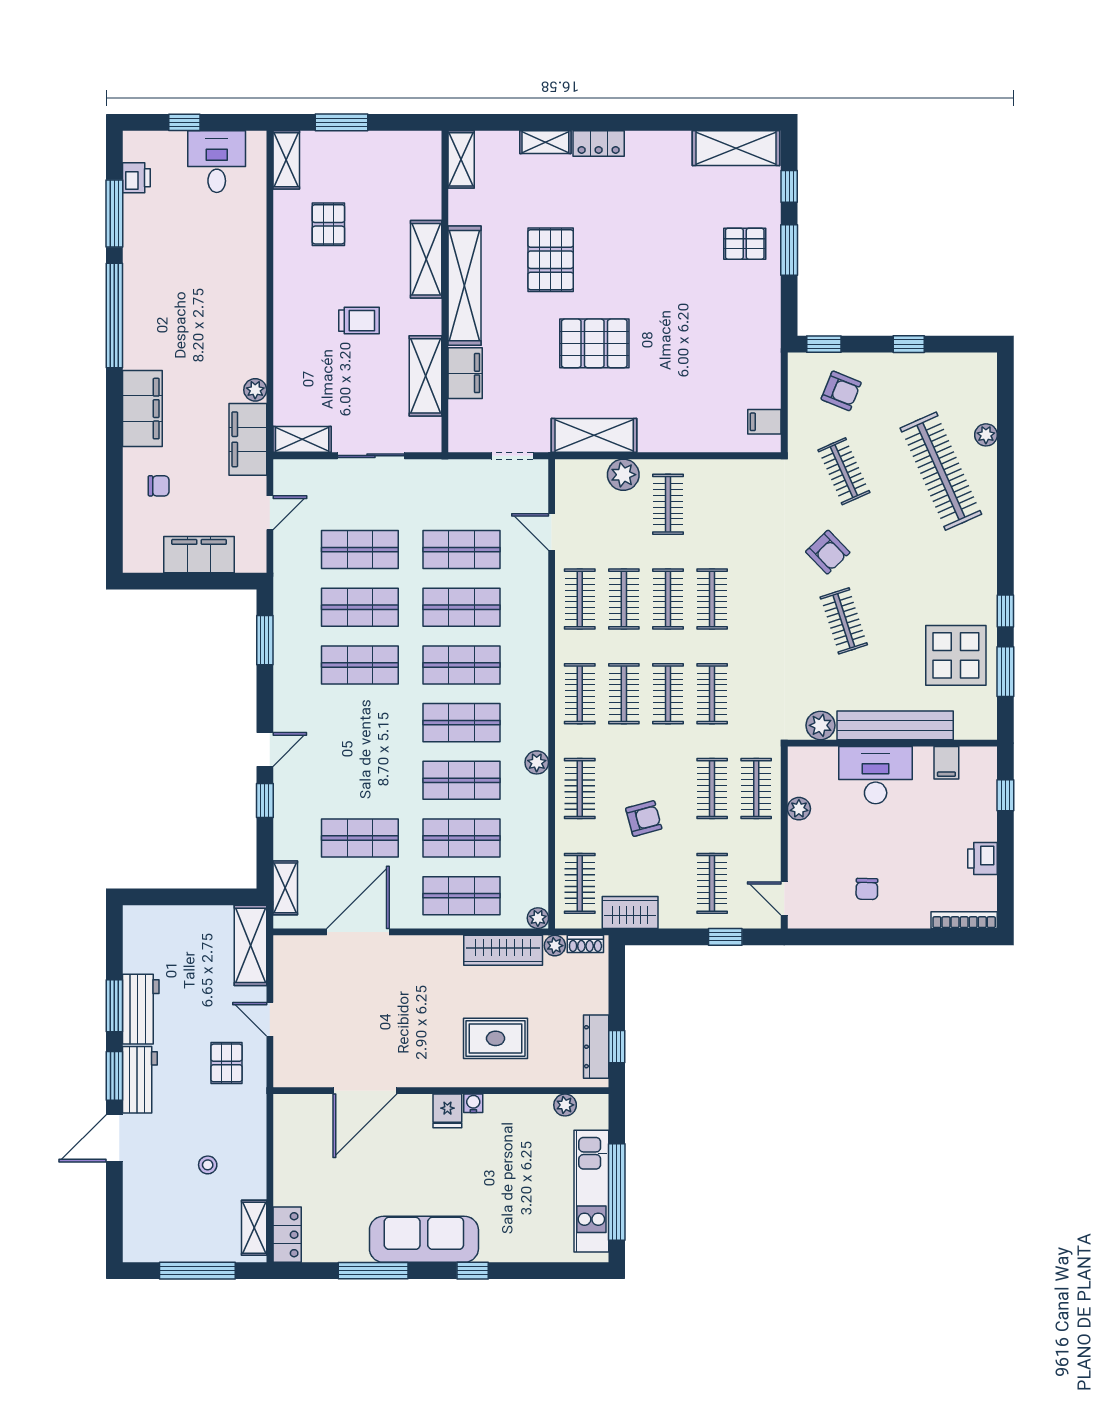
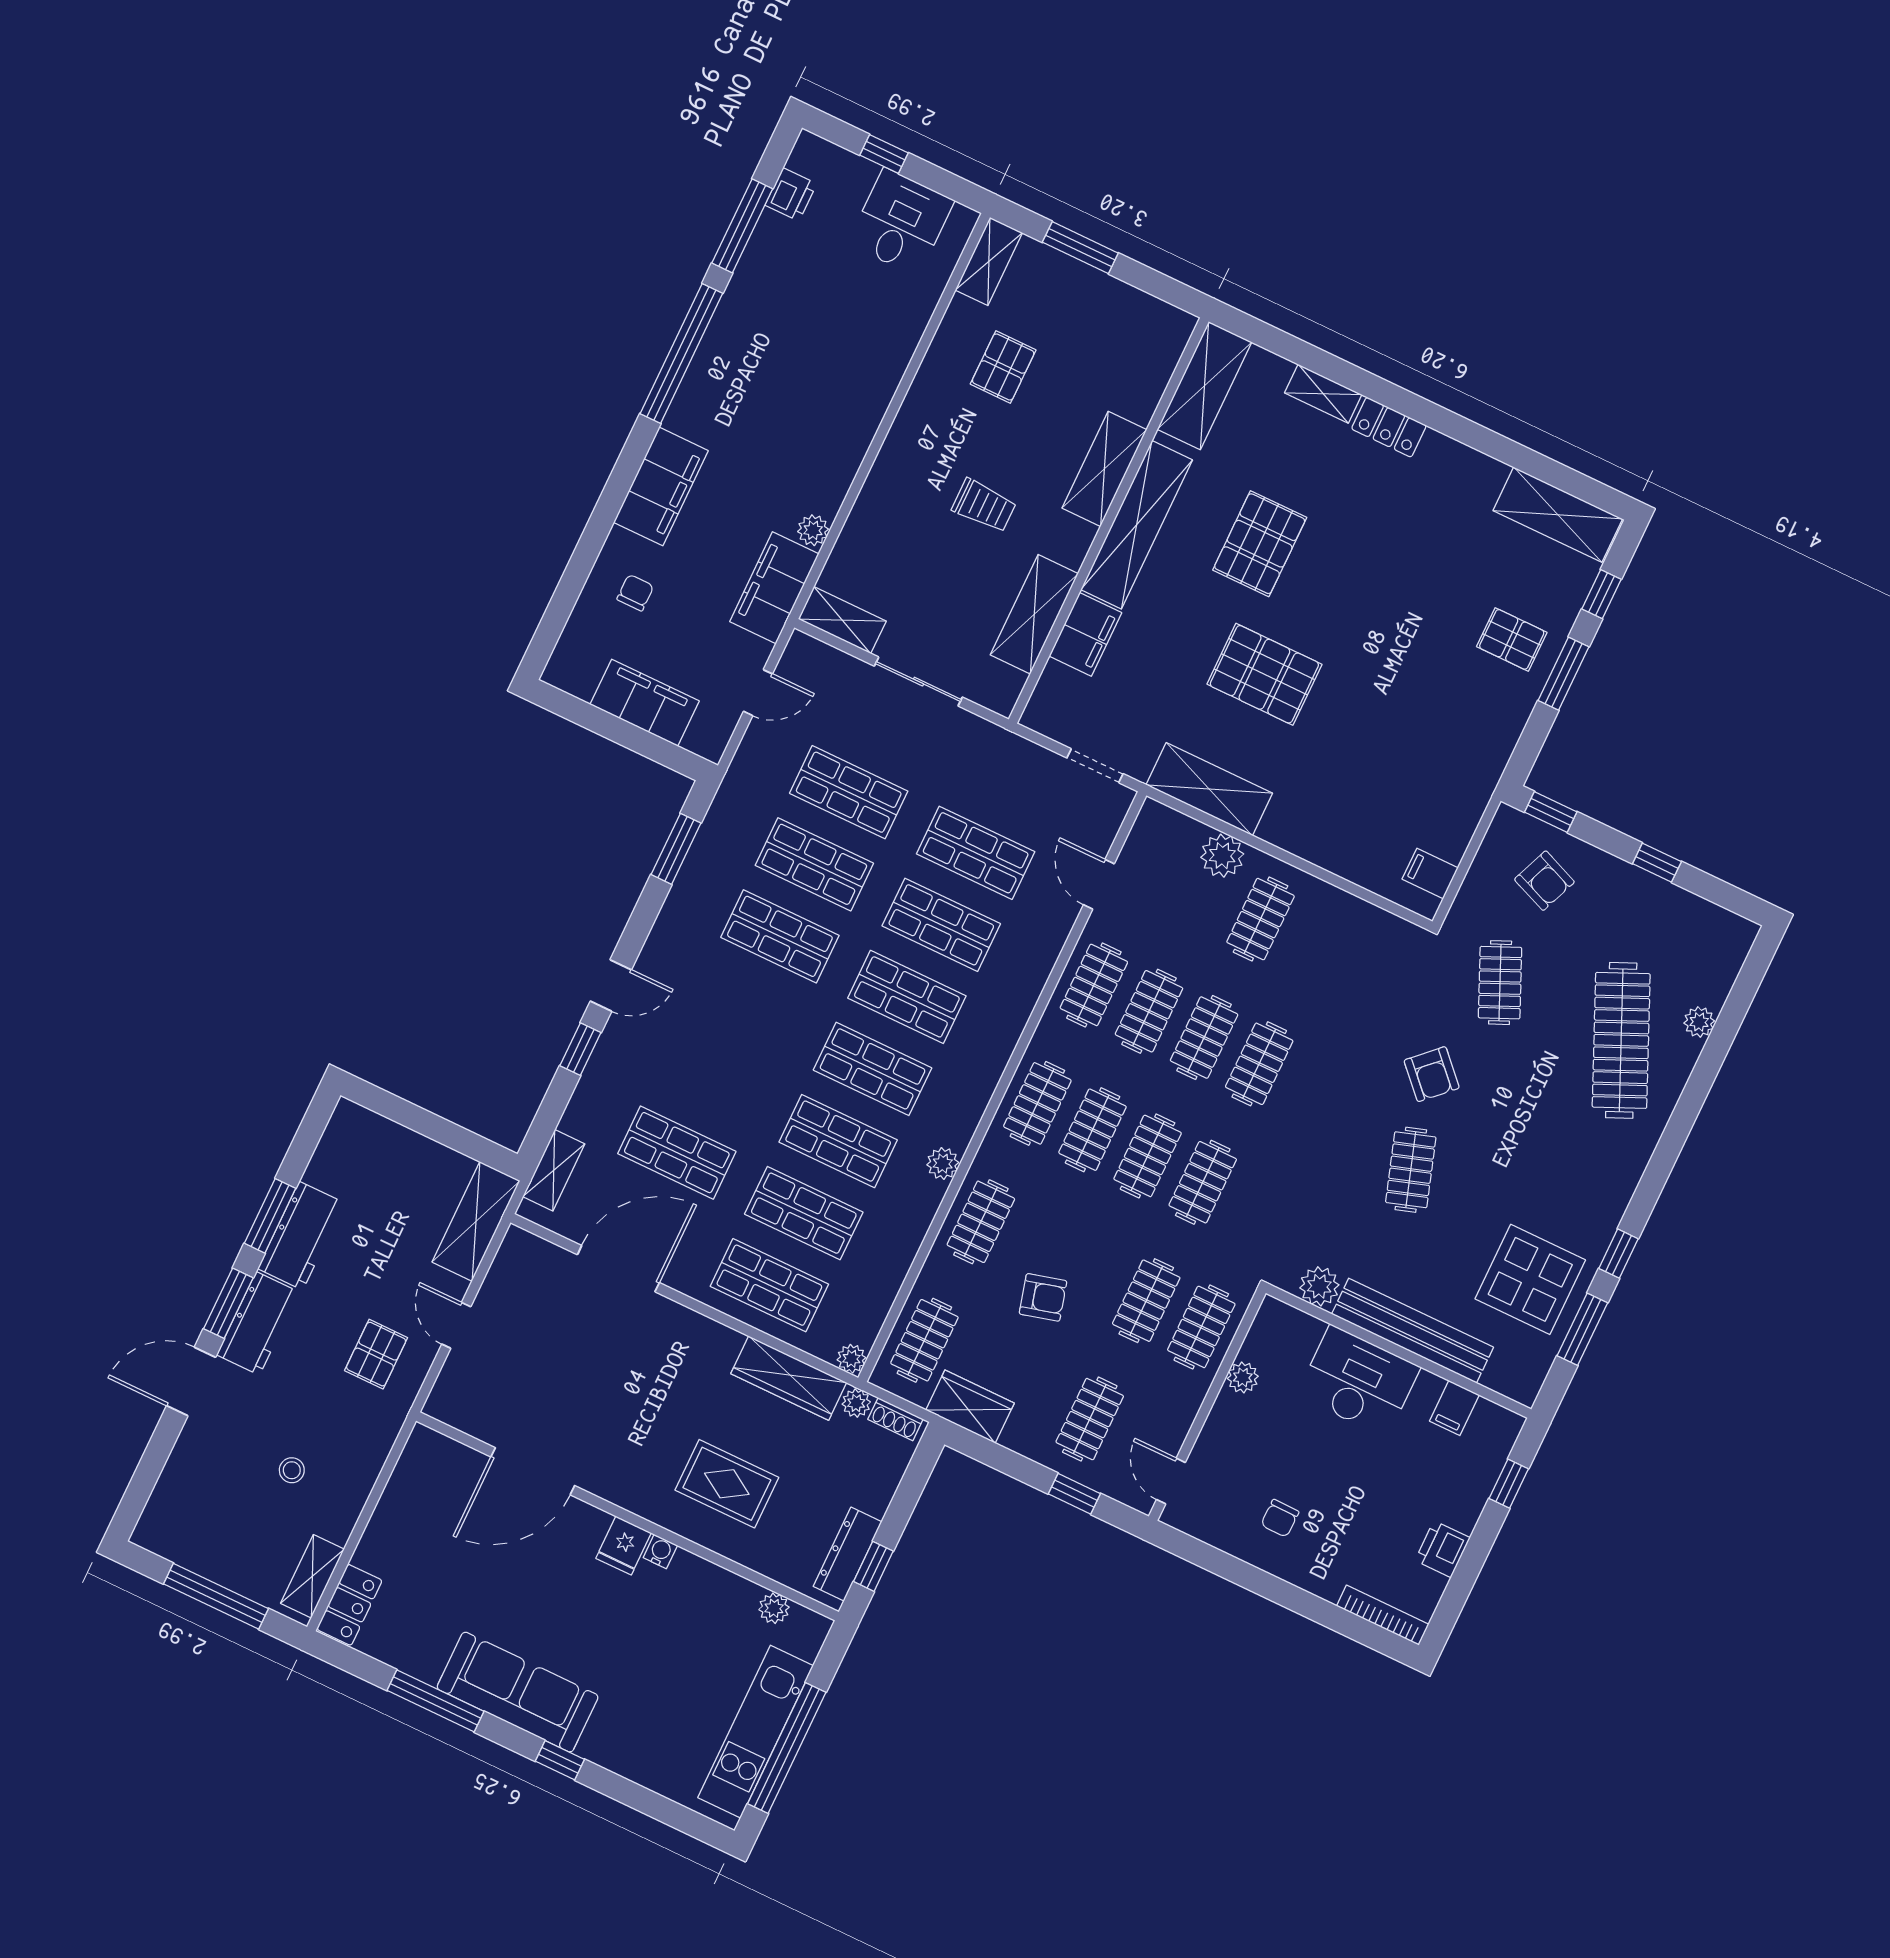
shelving: (461, 159) -> (1204, 386), width x1.50, depth x1.33
chair: (159, 486) -> (635, 593), turned -90

